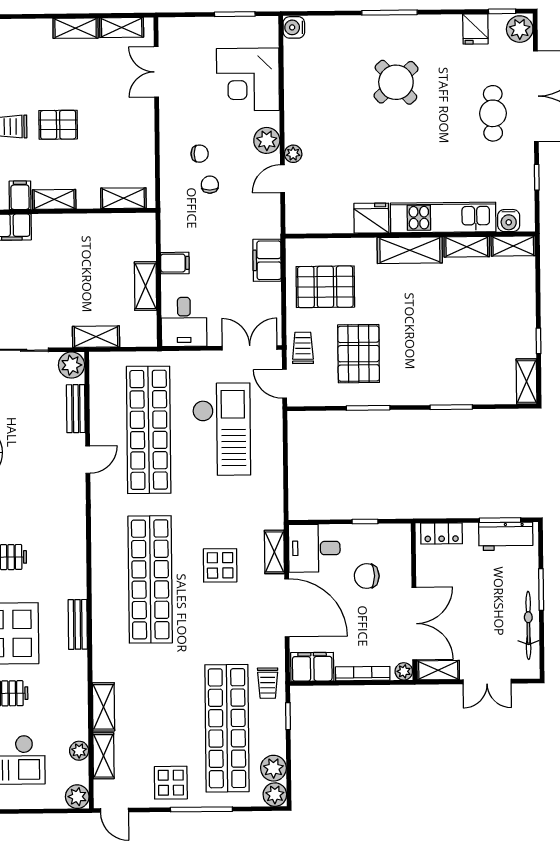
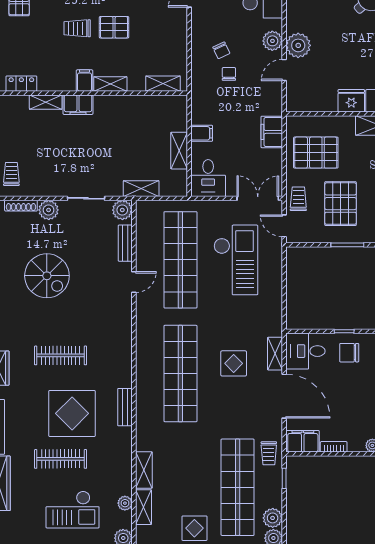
chair: (200, 154) -> (221, 50), turned 65
plant: (293, 154) -> (298, 45), width x1.87, depth x1.87
chair: (367, 576) -> (349, 353), moved
bookcase: (363, 674) -> (334, 447), width x0.64

